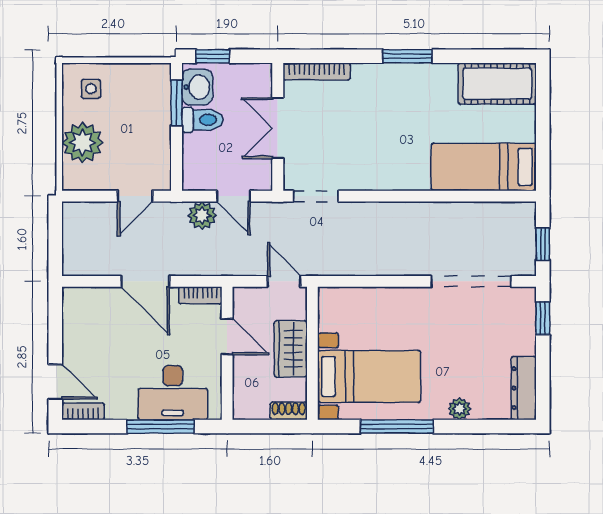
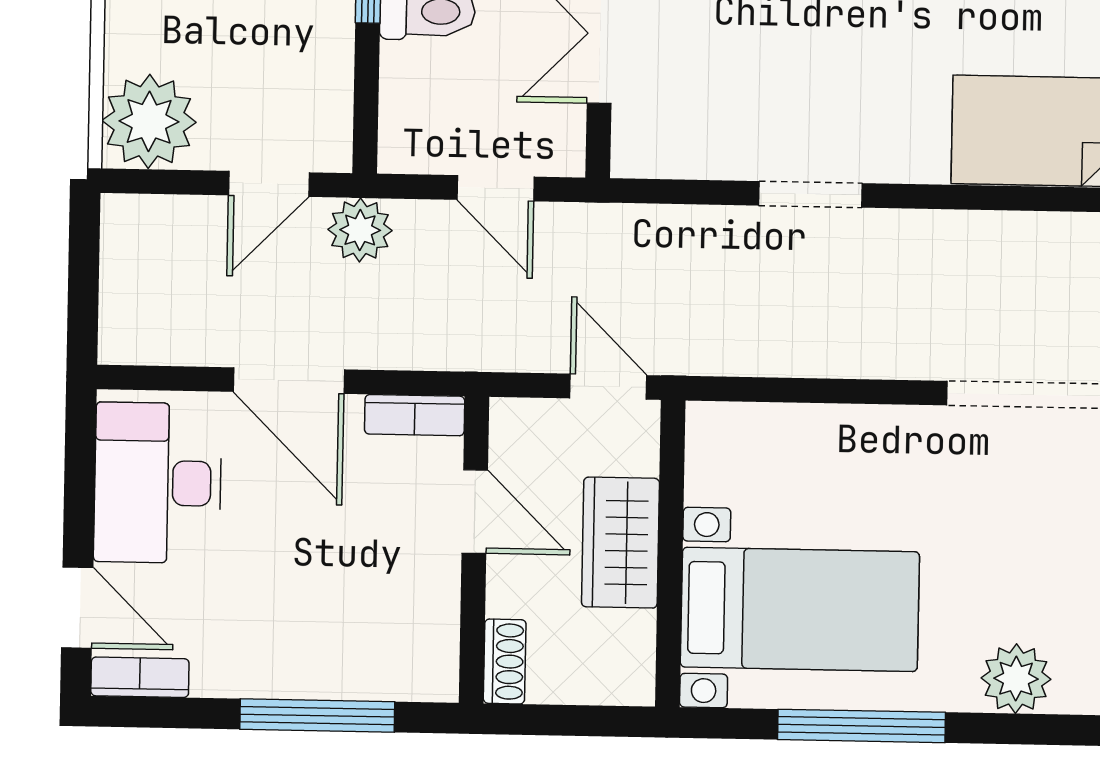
plant: (82, 143) -> (149, 121), moved
doorway: (316, 196) -> (811, 194), moved
plant: (202, 215) -> (360, 230), moved
desk: (173, 393) -> (158, 483), moved, turned 90
plant: (459, 409) -> (1016, 679), width x1.38, depth x1.38
shoe rack: (289, 411) -> (505, 661), moved, turned 90

